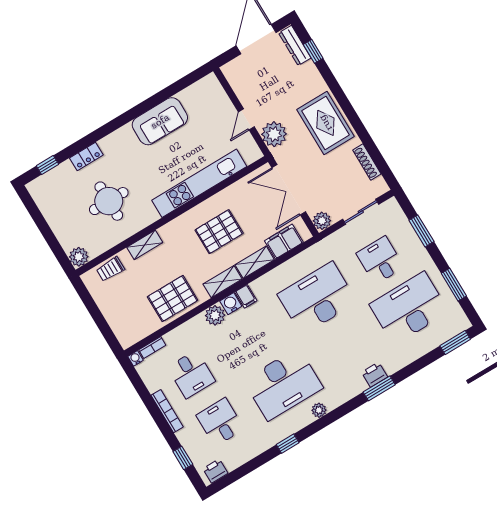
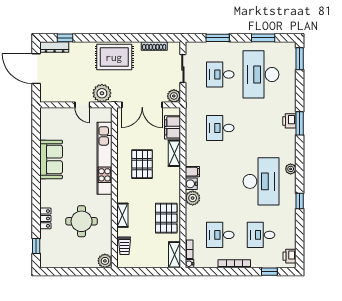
shelving: (223, 282) -> (174, 255), moved
desk: (317, 298) -> (220, 128), width x0.53, depth x0.77
desk: (191, 374) -> (220, 235), turned 180

